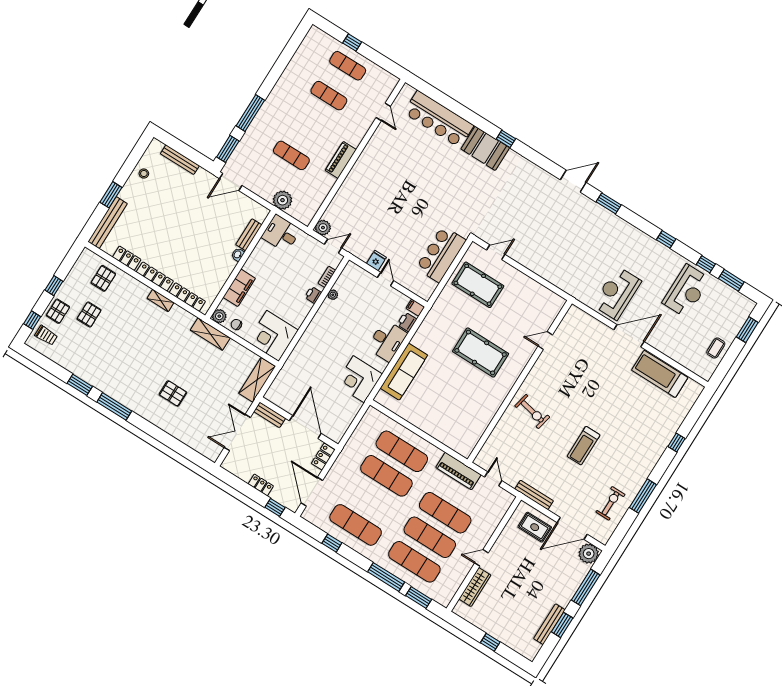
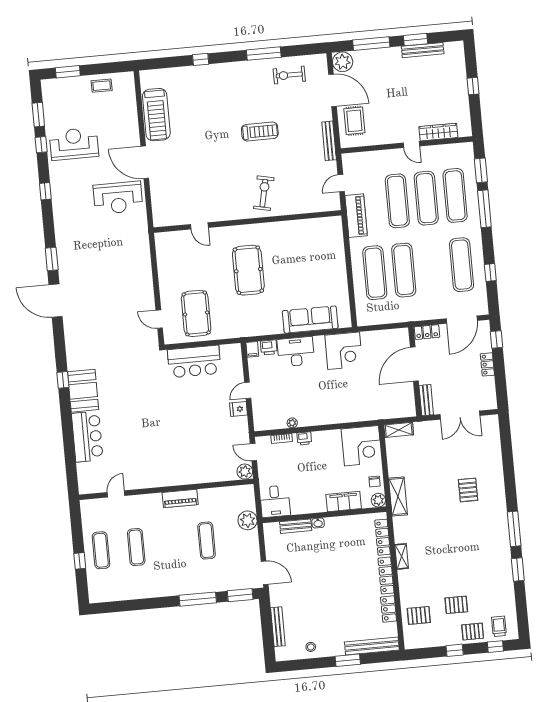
bar counter: (439, 119) -> (87, 437), width x0.73
door: (573, 181) -> (56, 301), width x1.36
shelving: (257, 380) -> (399, 430), width x0.67, depth x0.75

